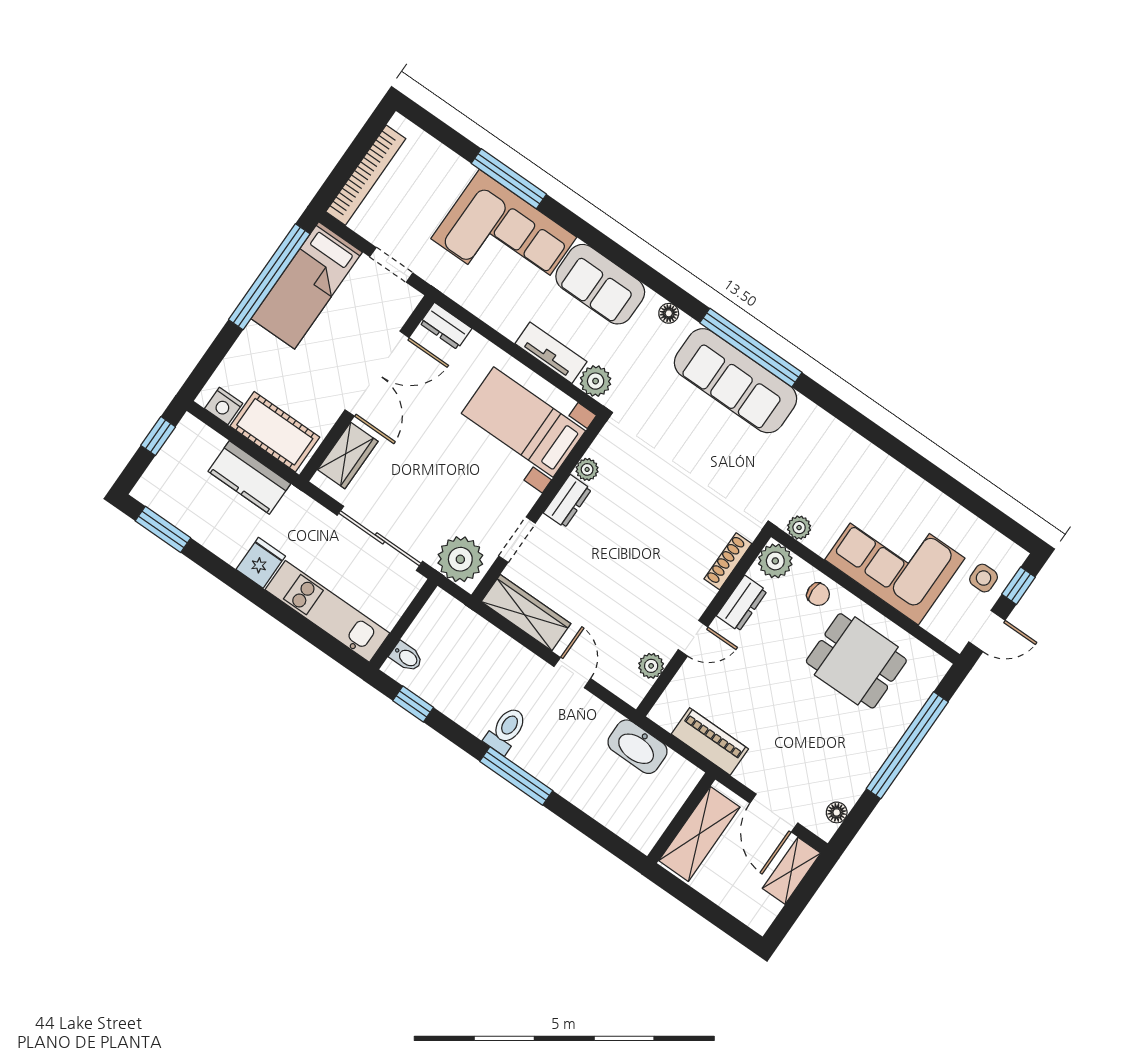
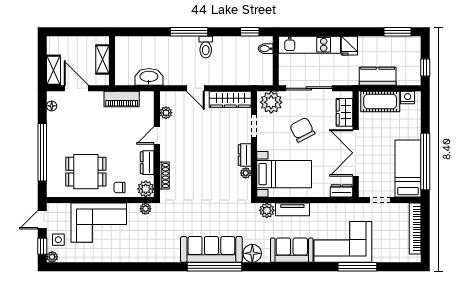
floor lamp: (669, 313) -> (252, 253), width x1.89, depth x1.89
chair: (440, 476) -> (302, 130), added
plant: (1014, 556) -> (52, 257), added
shelving: (699, 834) -> (102, 59), width x0.67, depth x0.75

